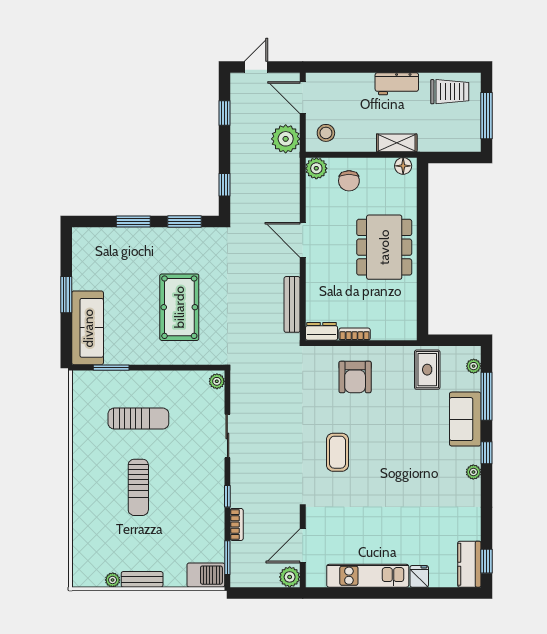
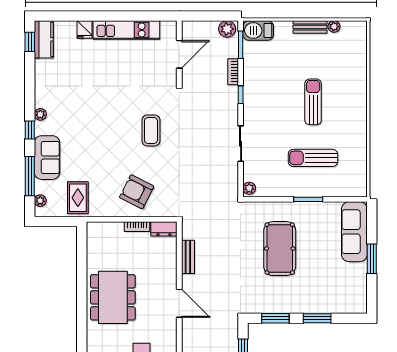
bench: (292, 304) -> (188, 257), width x0.73
window: (111, 368) -> (308, 199), moved
armchair: (355, 377) -> (137, 192), turned -63
plant: (290, 577) -> (227, 29), moved

